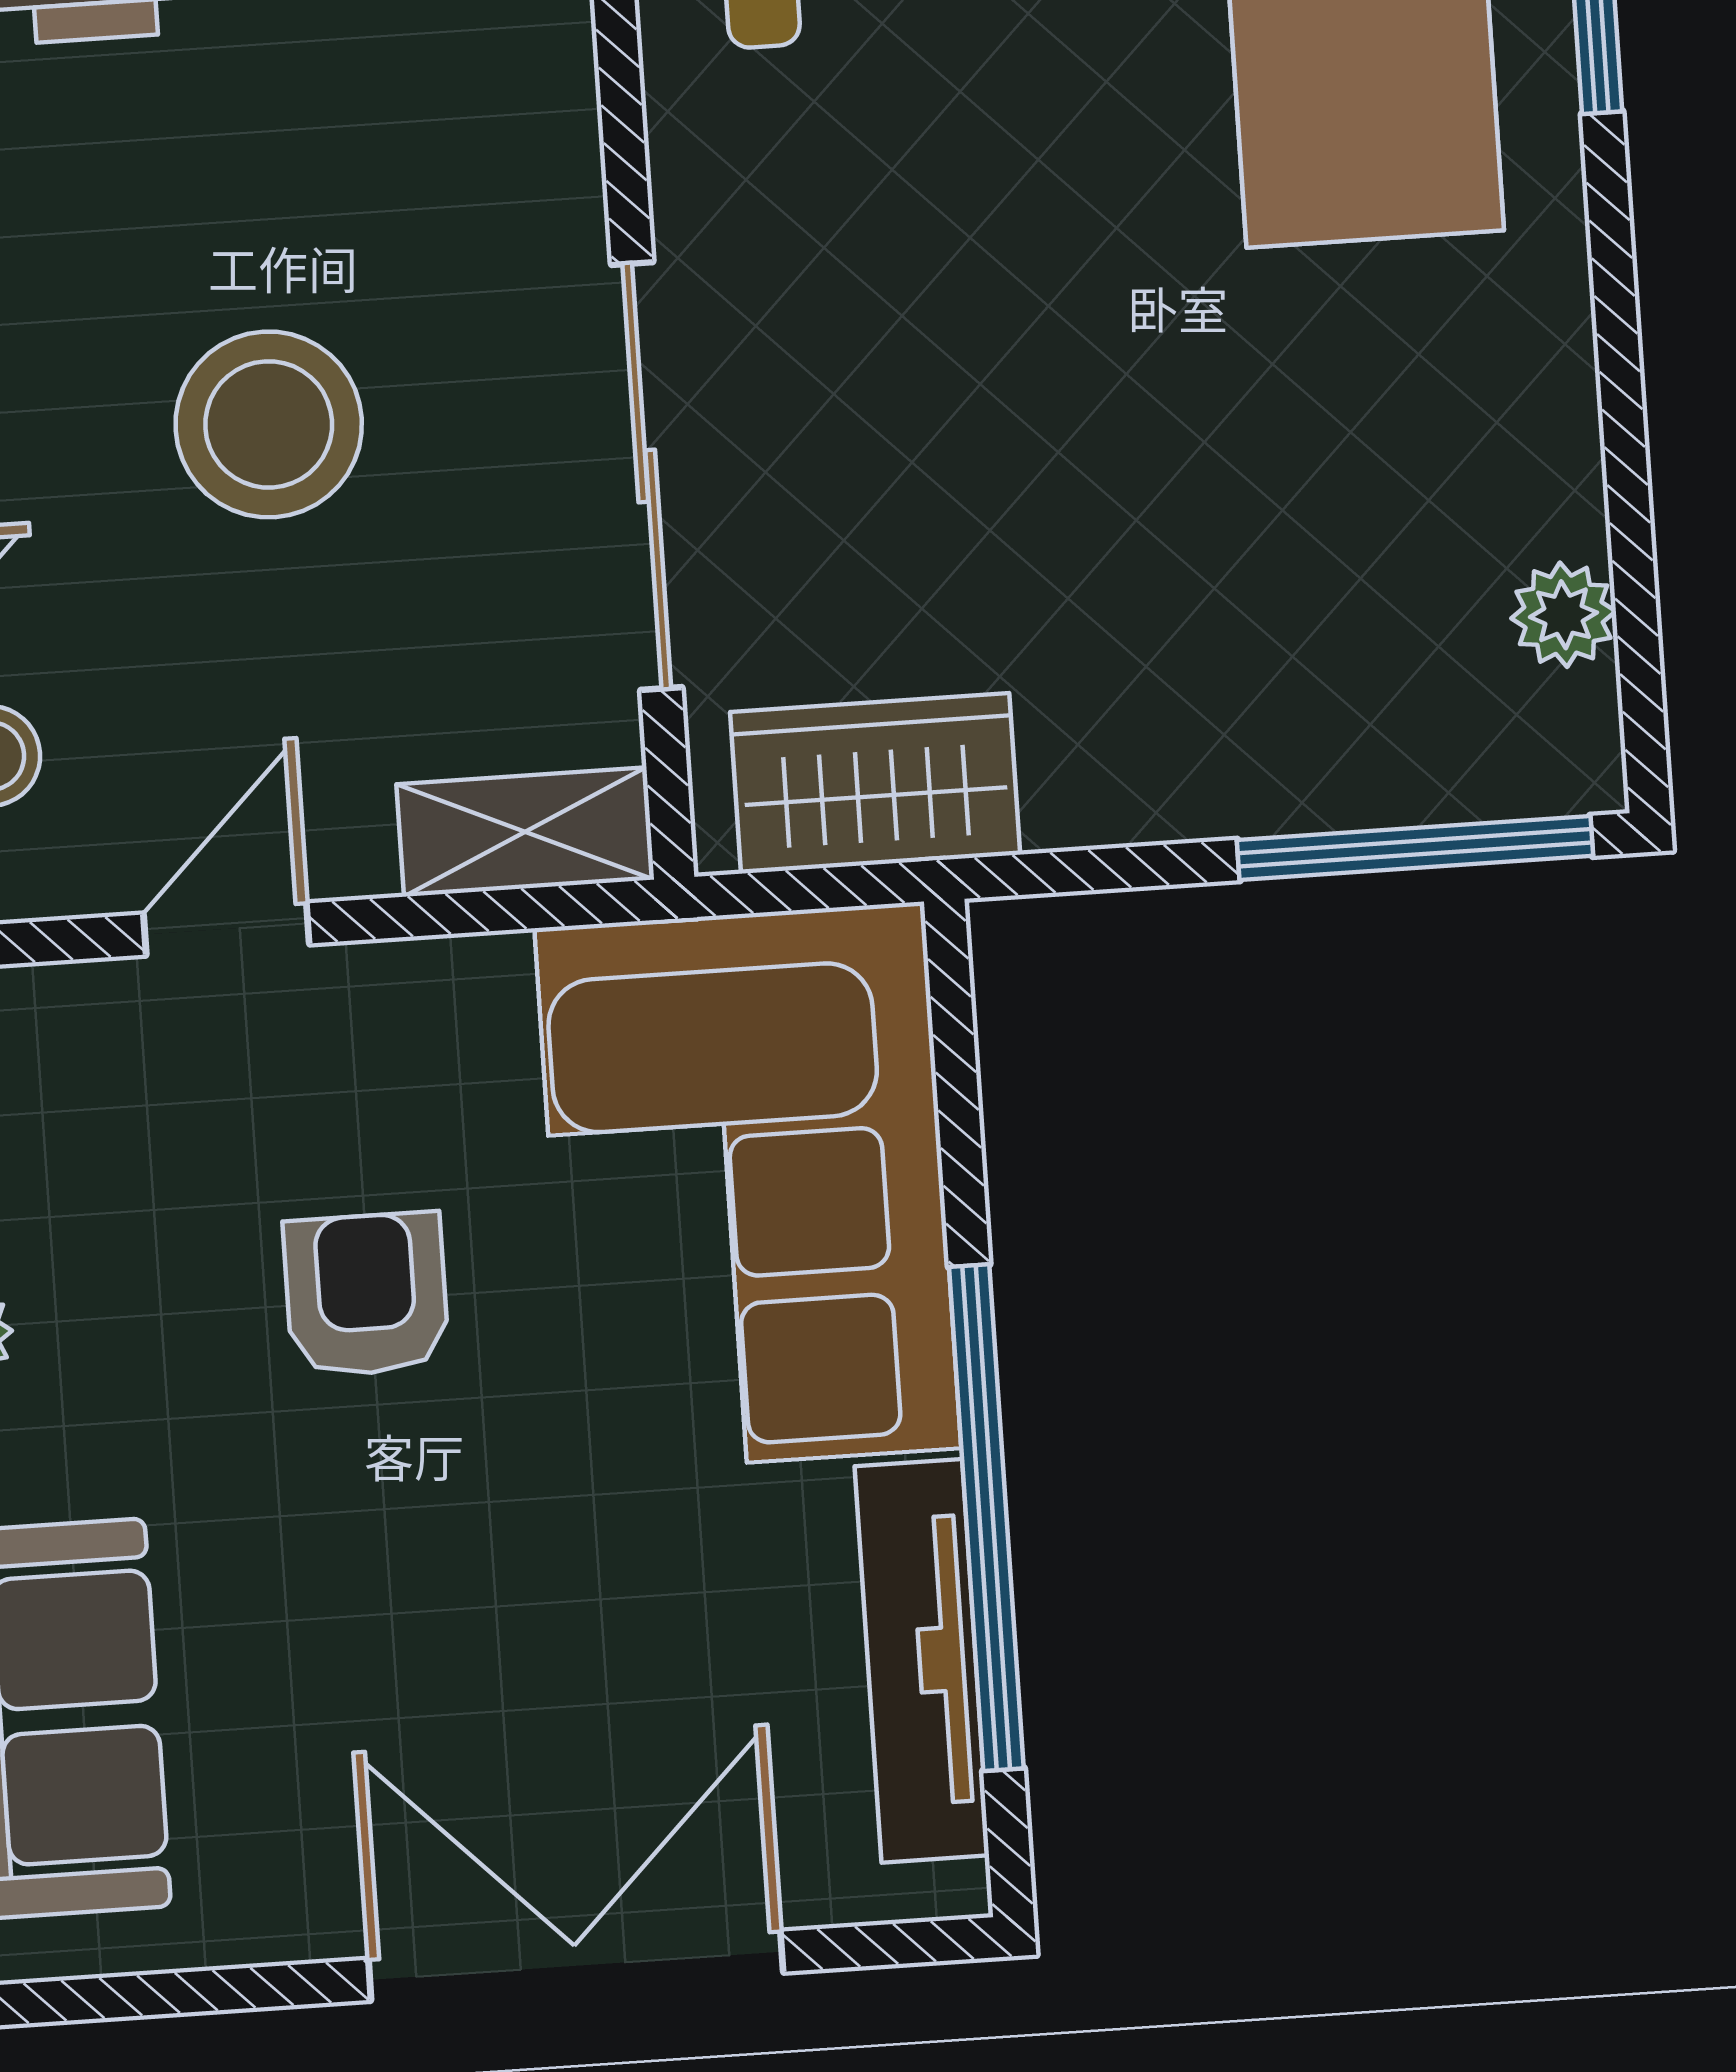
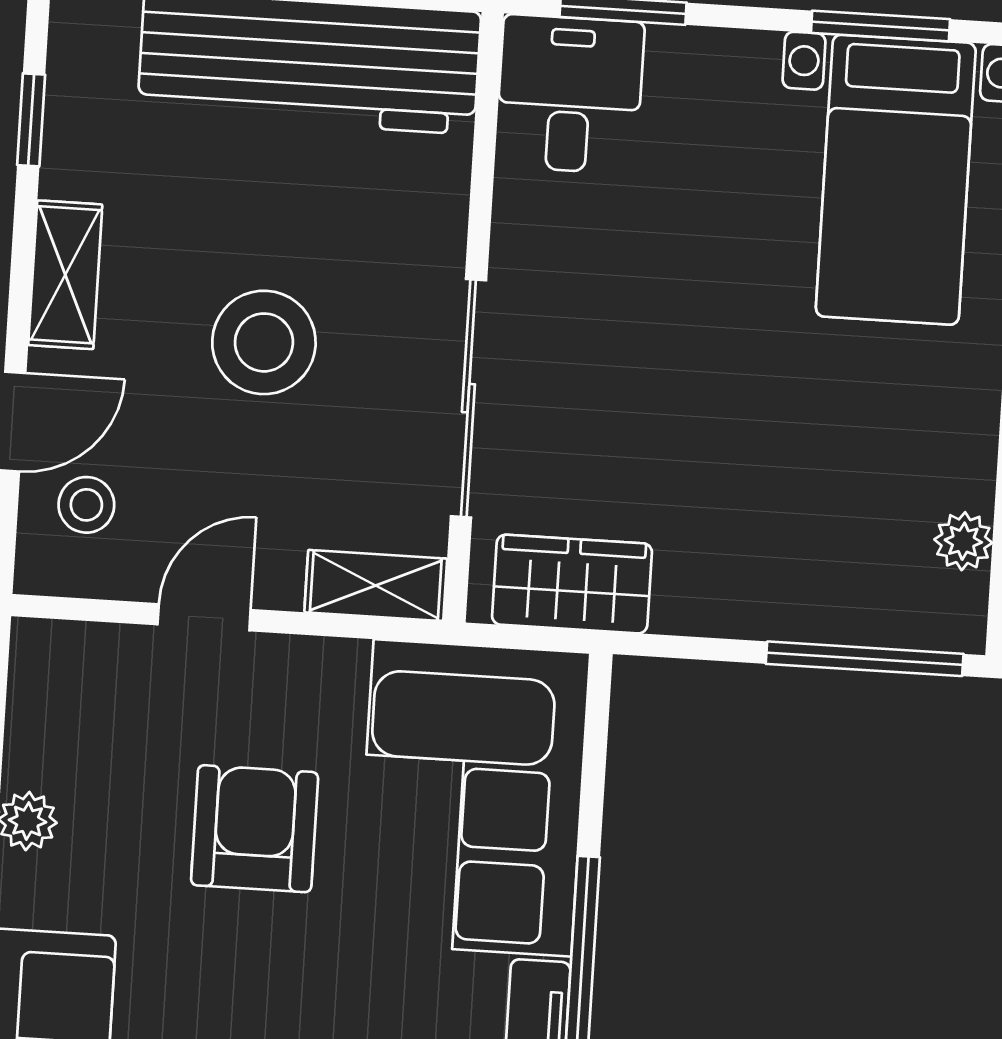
armchair: (366, 1294) -> (255, 829), width x1.38, depth x1.38

